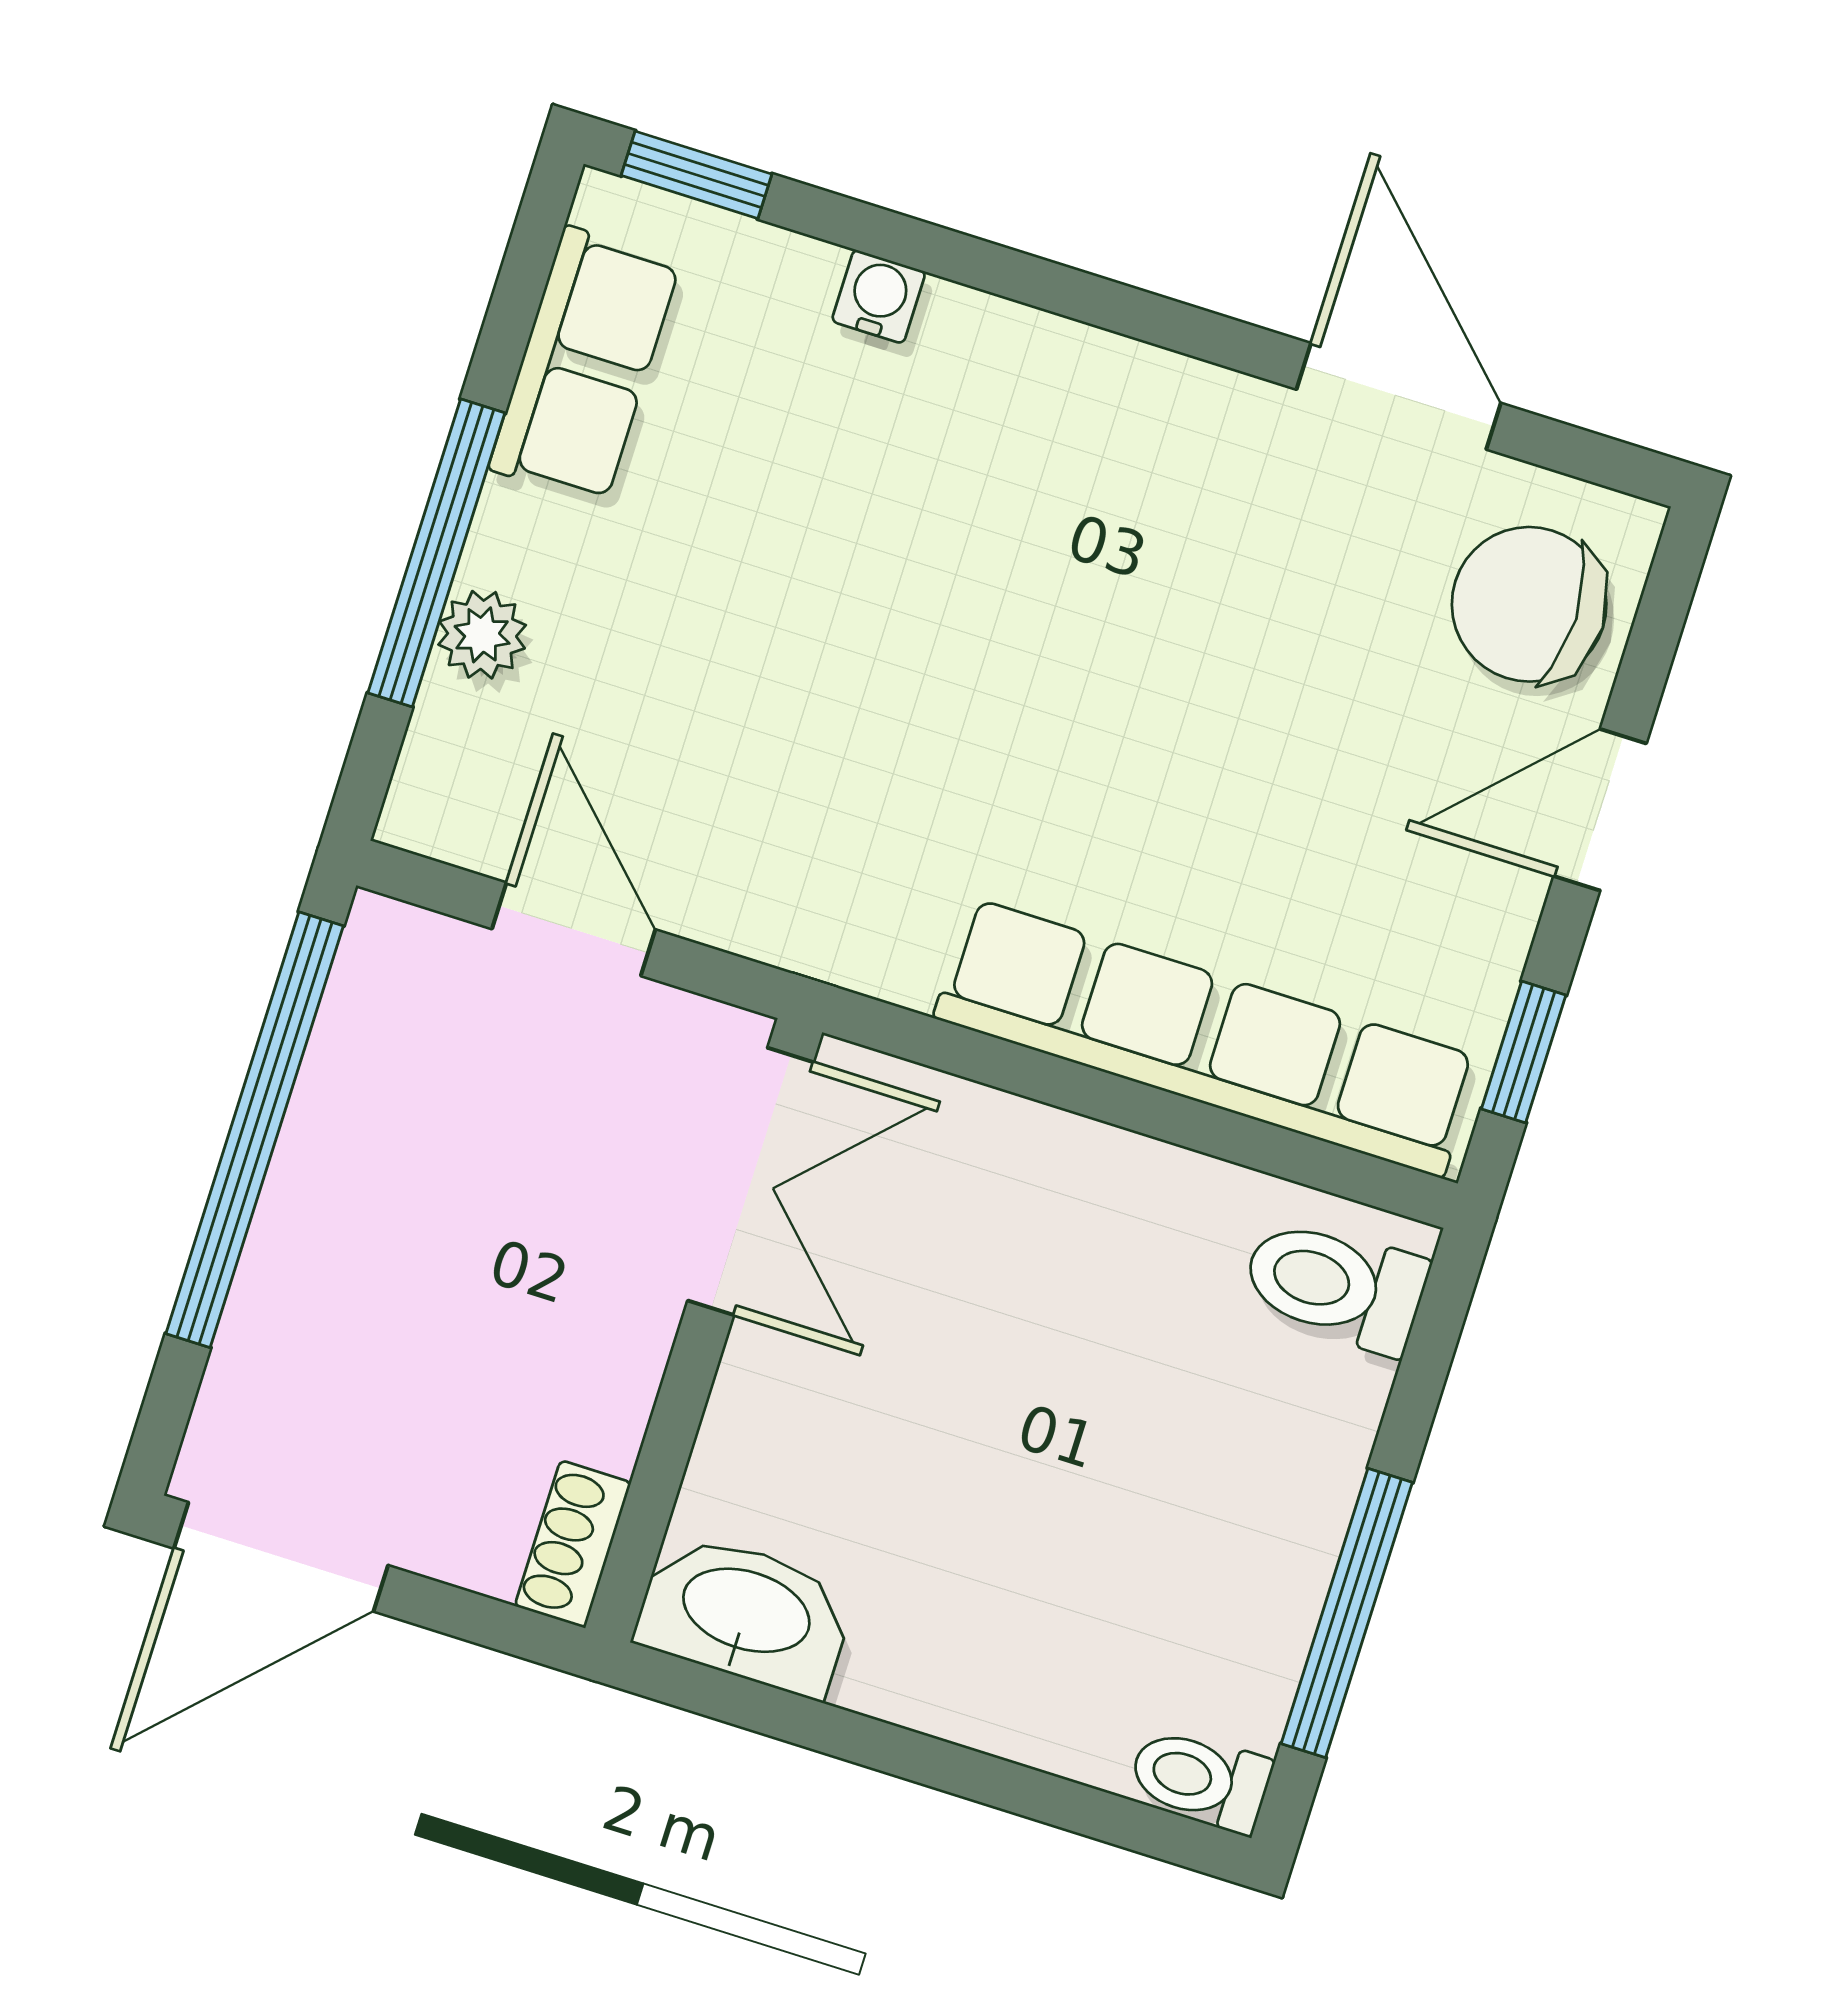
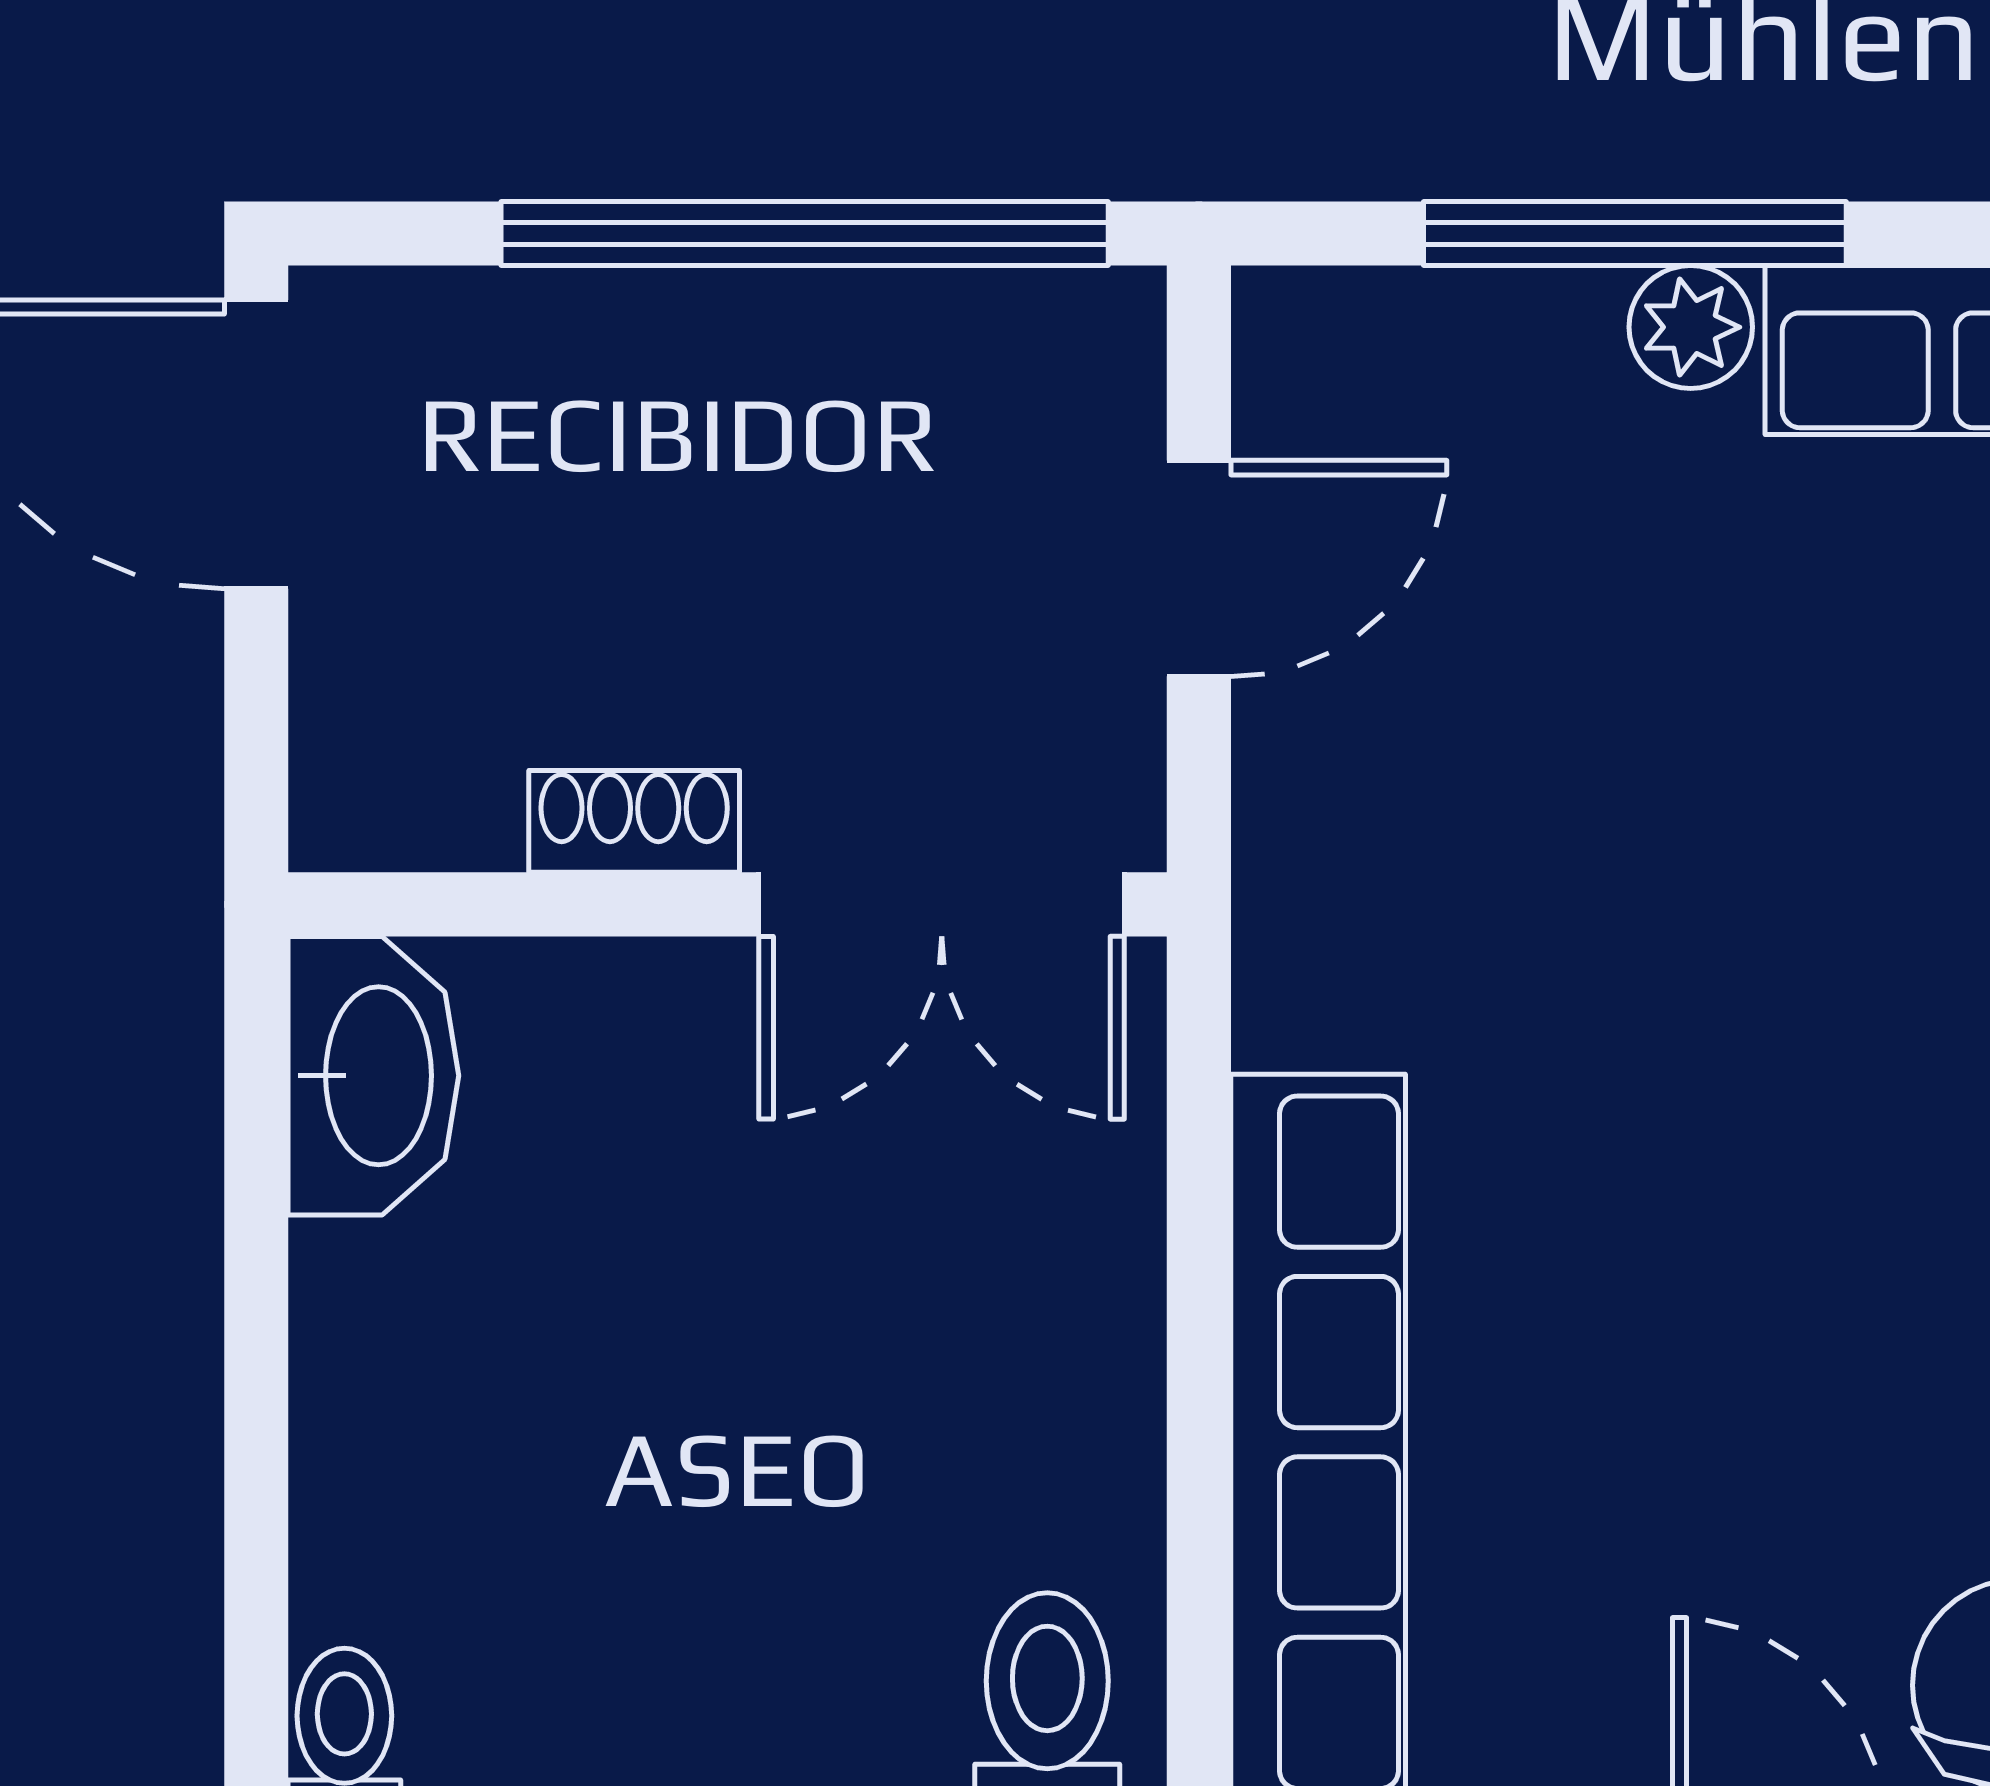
plant: (482, 635) -> (1691, 327), moved
shoe rack: (573, 1544) -> (634, 821), moved

